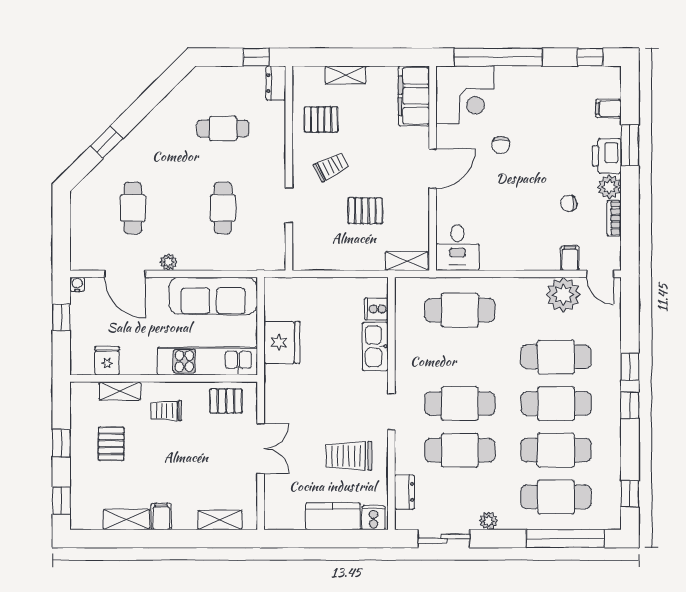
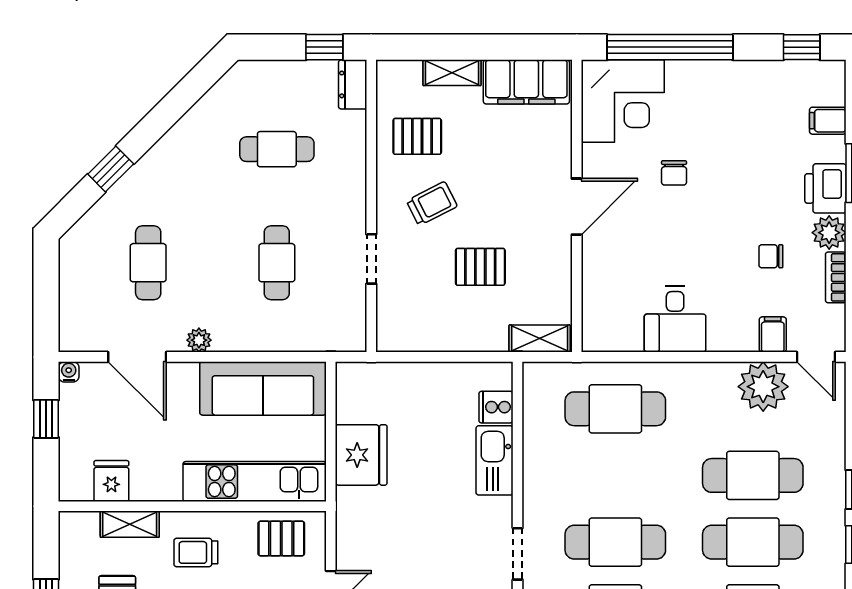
filing cabinet: (414, 96) -> (526, 82), moved, turned -90
desk: (457, 247) -> (675, 319), moved

